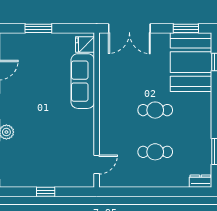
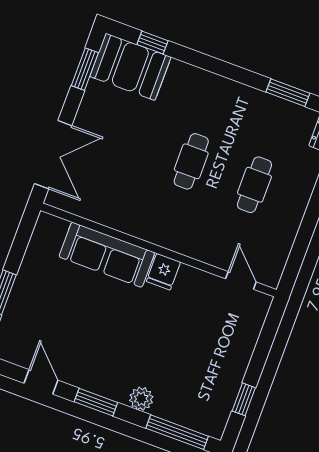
fridge: (85, 45) -> (163, 272), moved
booth: (191, 62) -> (130, 67), width x0.73, depth x0.70
window: (46, 192) -> (244, 399), moved

